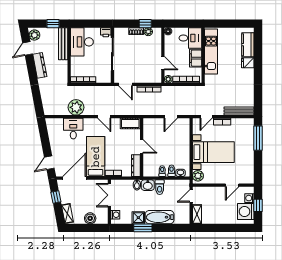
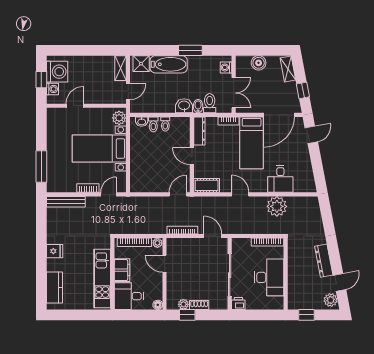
desk: (82, 42) -> (269, 277), moved
bench: (63, 44) -> (293, 289), removed
fridge: (248, 63) -> (55, 251), moved
door: (171, 117) -> (178, 194), moved
toilet: (160, 187) -> (210, 103), moved
shower: (138, 218) -> (141, 64), moved

